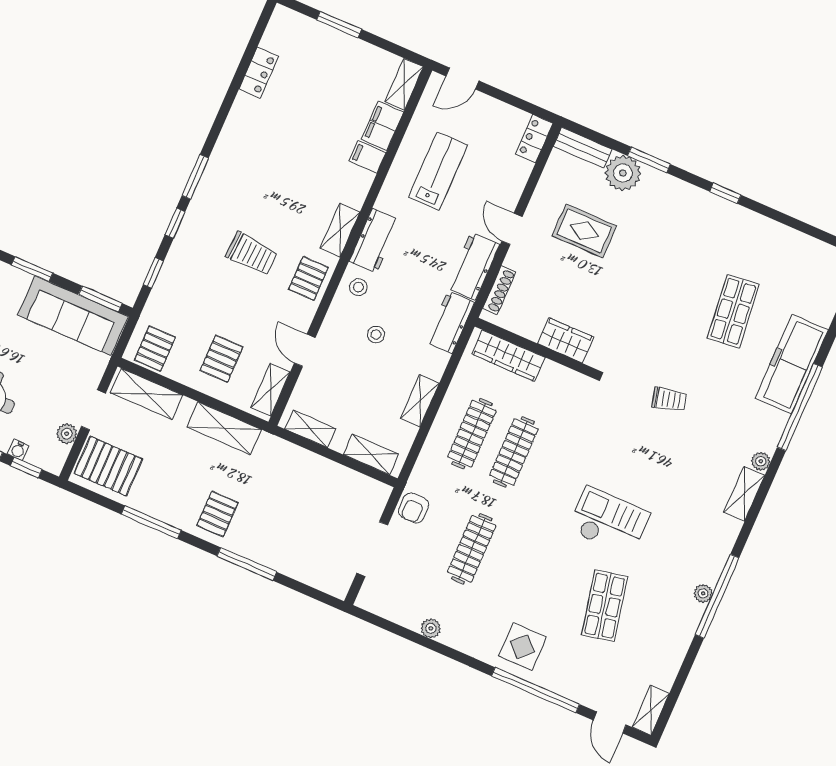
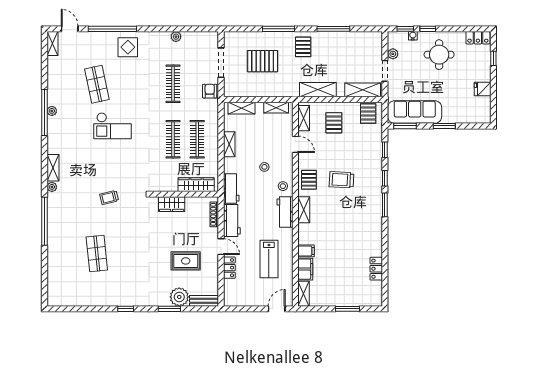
locker: (534, 139) -> (229, 268), moved
freezer: (792, 364) -> (57, 240), removed
pallet: (108, 466) -> (263, 61), moved

